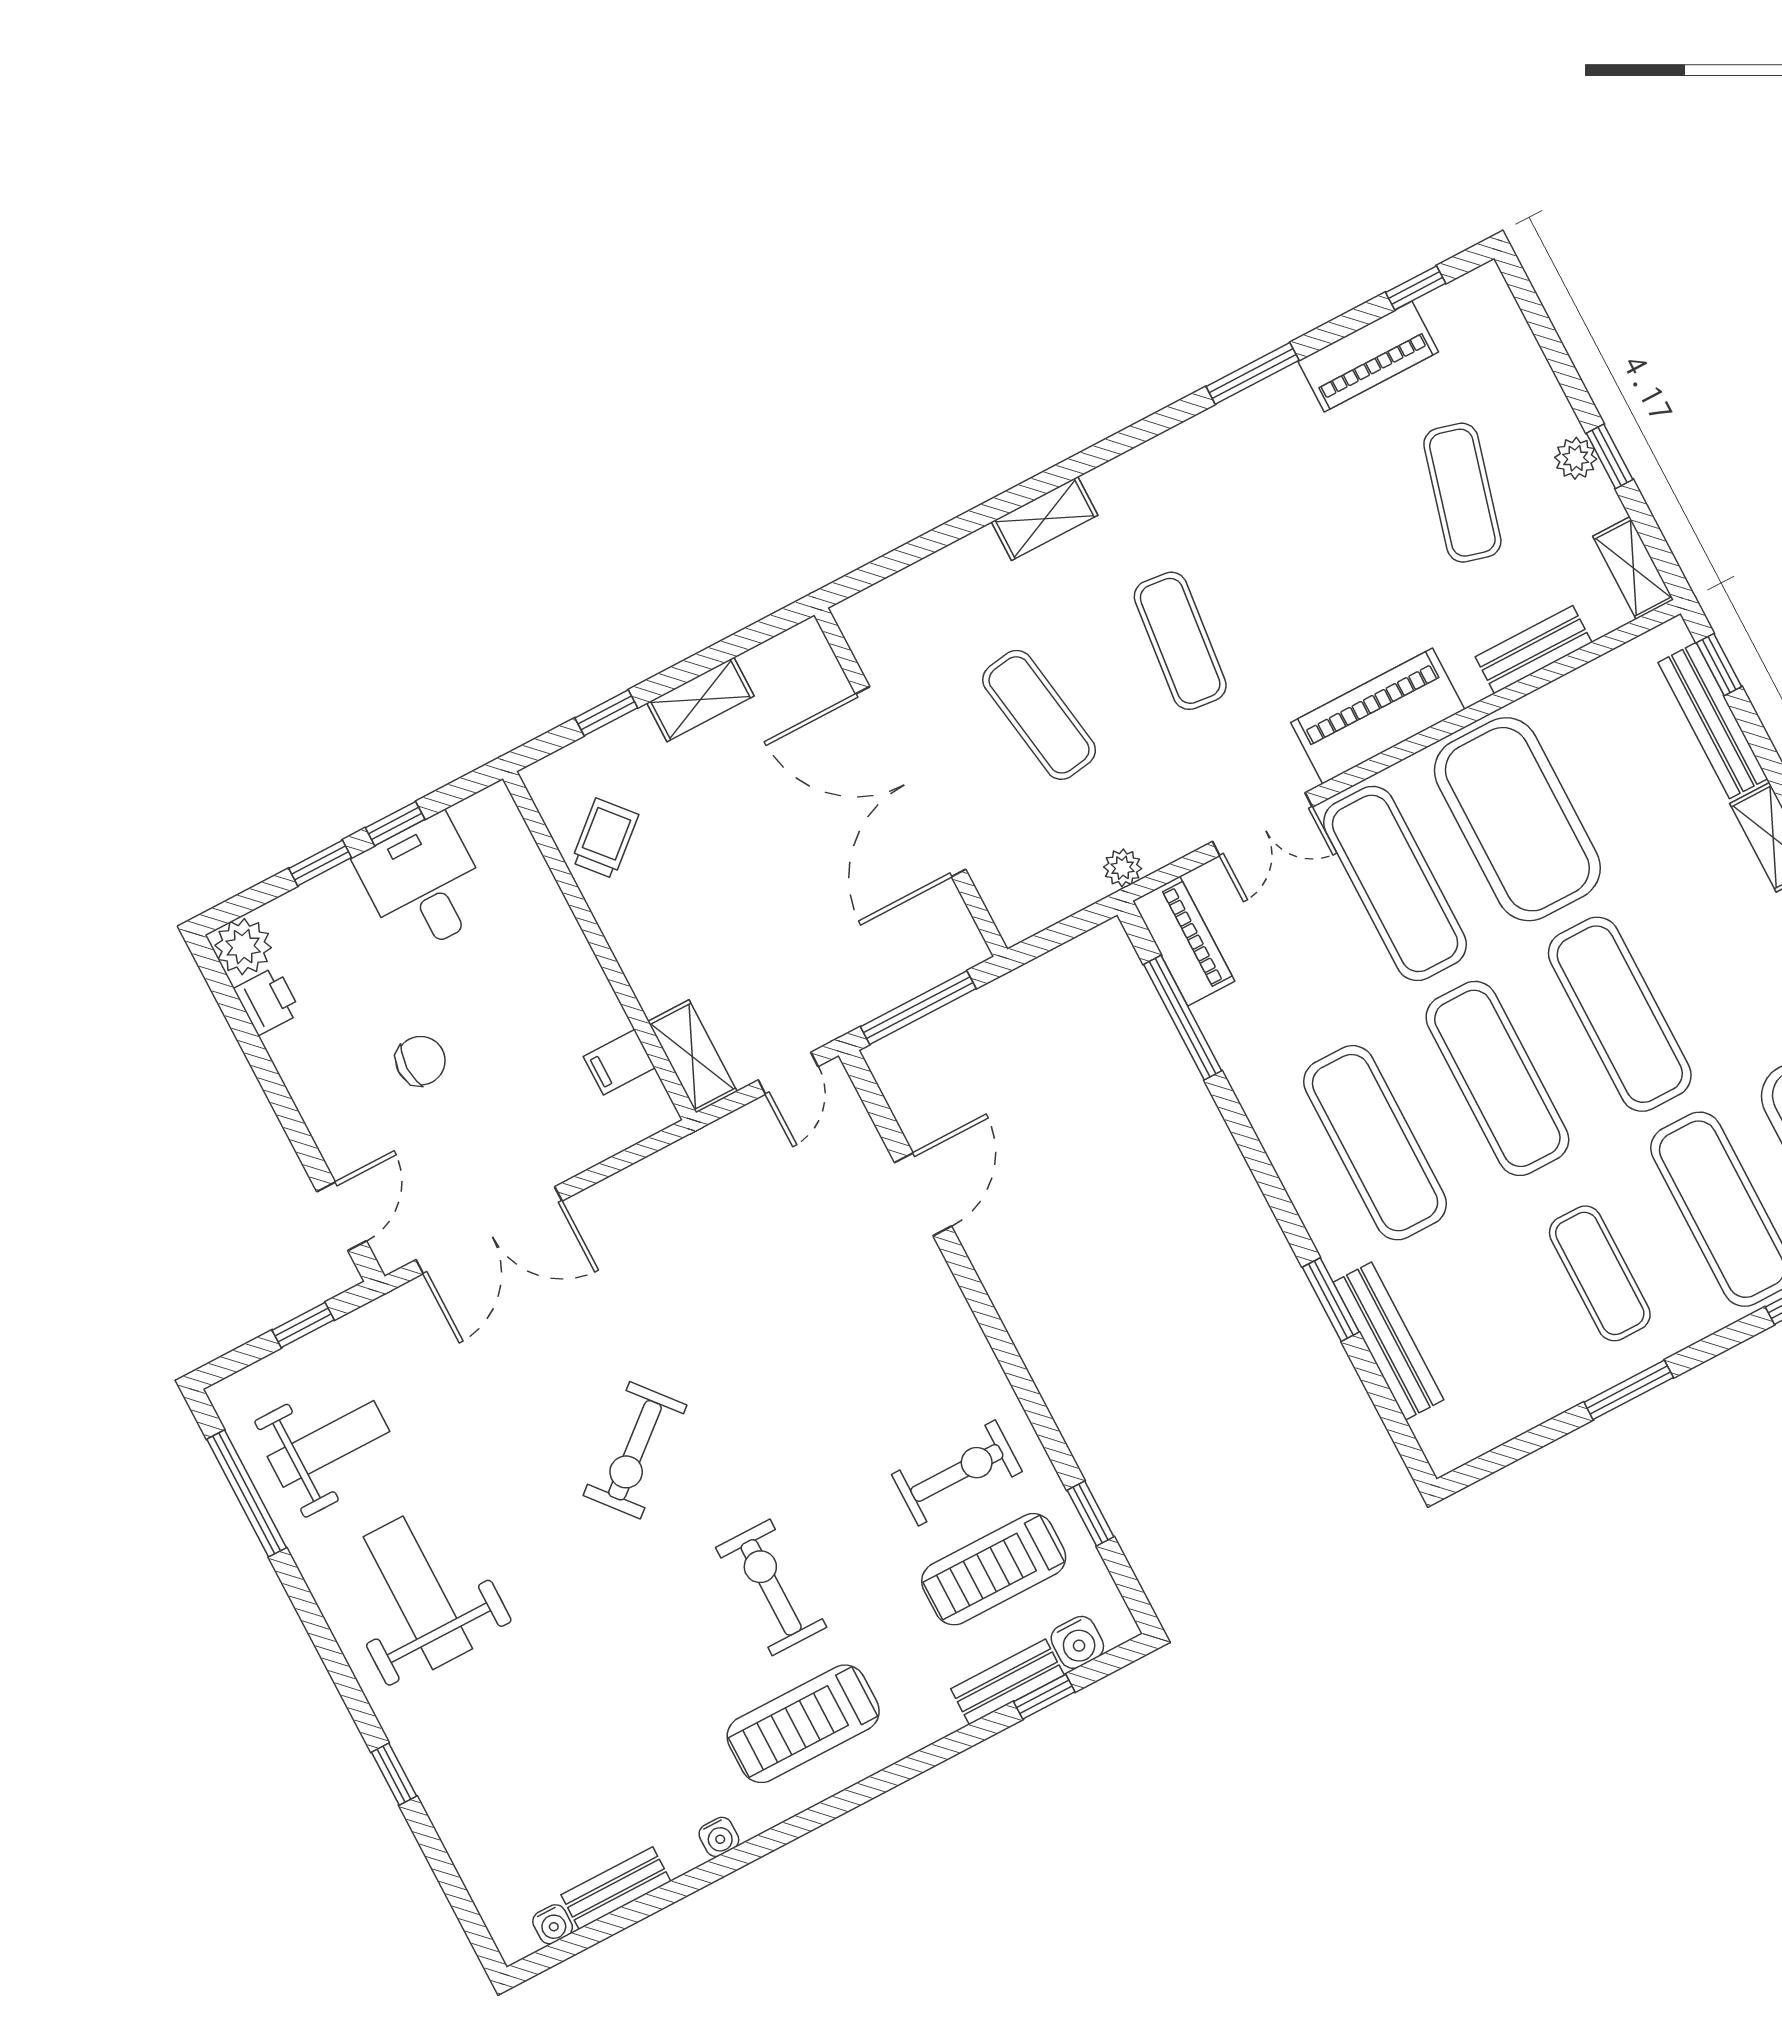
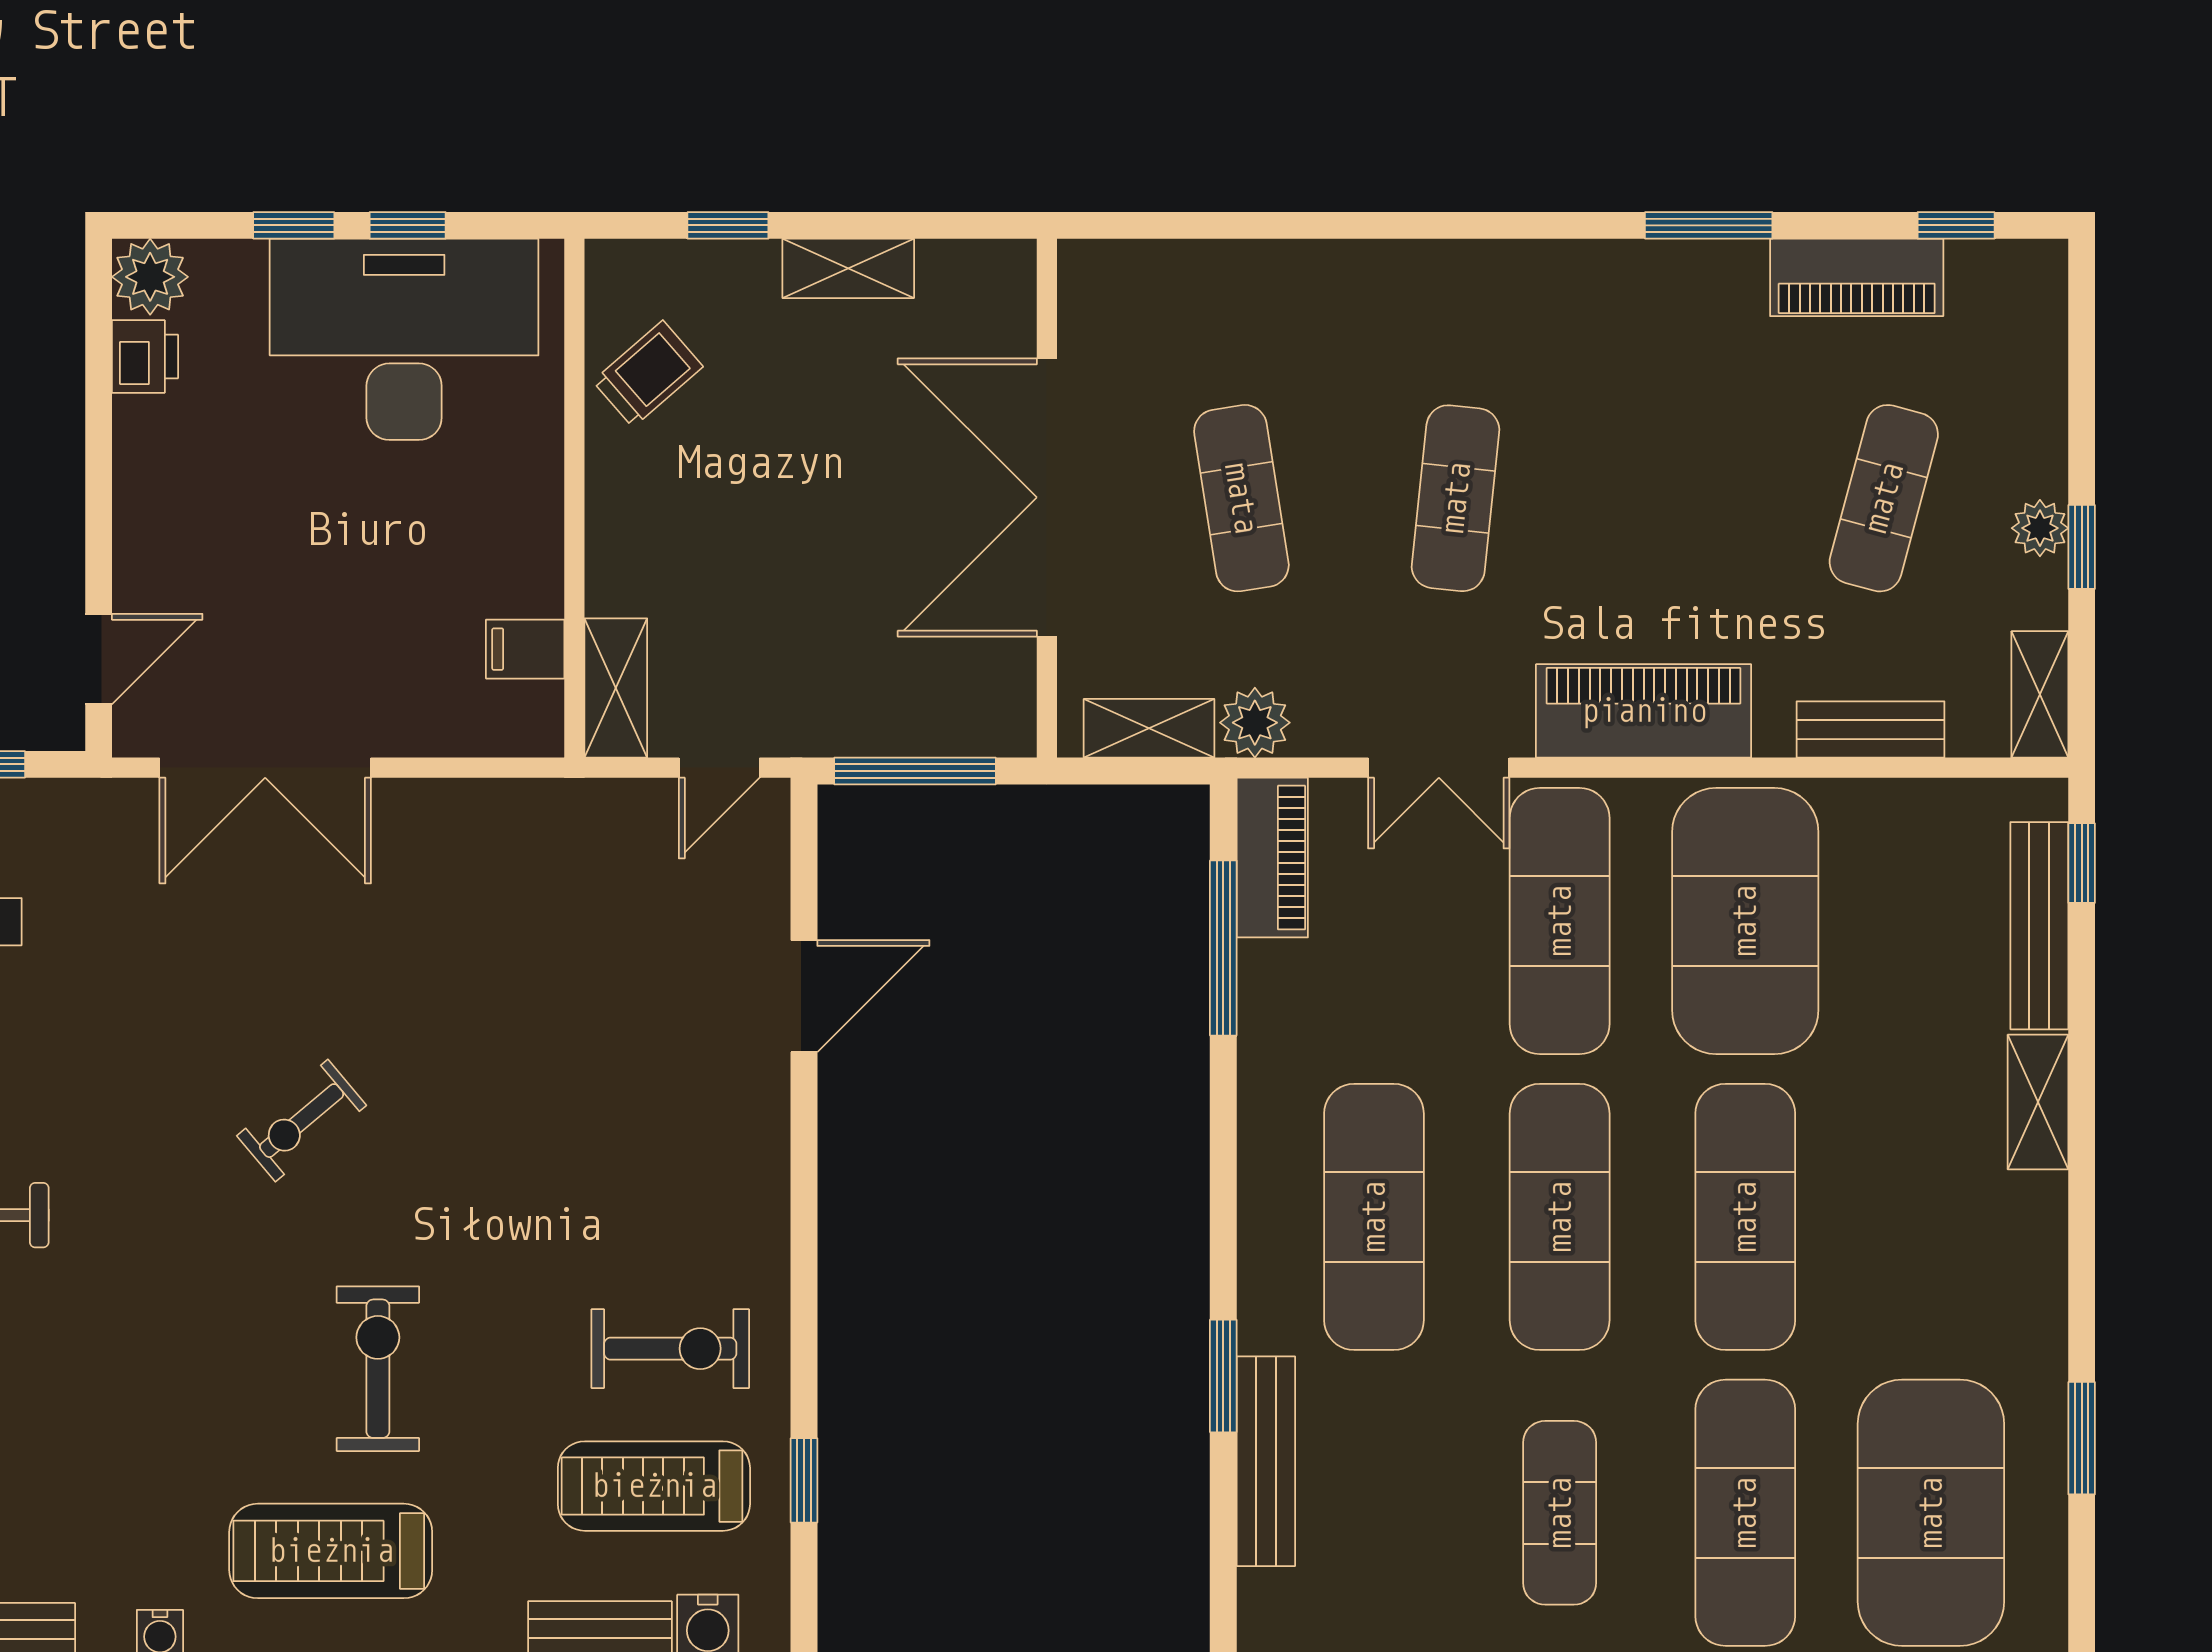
shelving: (1045, 519) -> (1149, 728), moved
plant: (1123, 868) -> (1255, 723), width x1.38, depth x1.38
desk: (424, 885) -> (404, 339), width x1.87, depth x1.30
chair: (420, 1061) -> (290, 523), removed
exercise bike: (635, 1450) -> (302, 1121), width x0.73, depth x0.72

